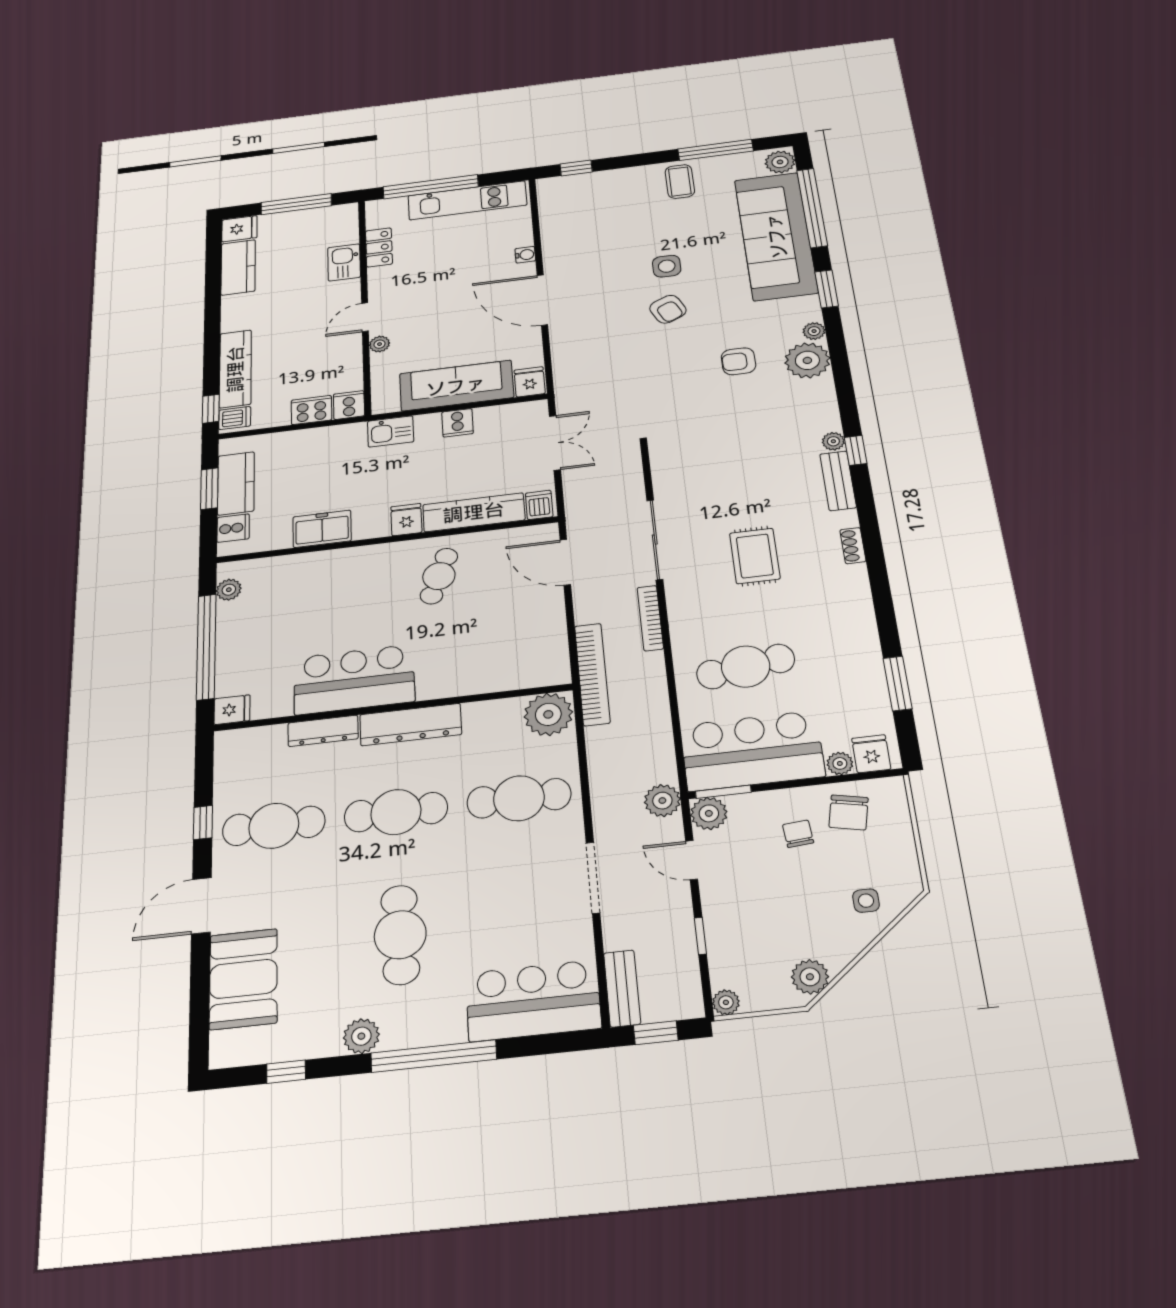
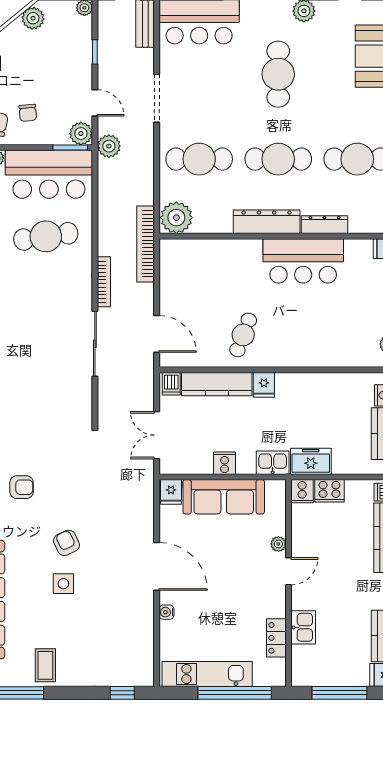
freezer: (322, 529) -> (311, 461), moved, turned 180
rug: (755, 556) -> (30, 321), removed

